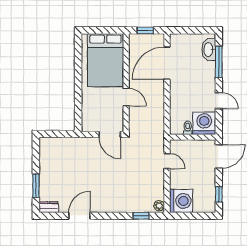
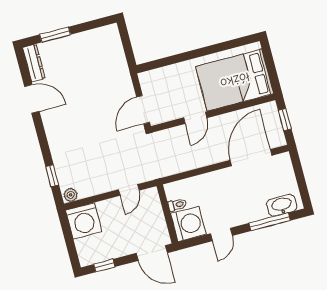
door: (167, 63) -> (251, 158), hinge flipped
dresser: (49, 207) -> (34, 63), width x1.44

